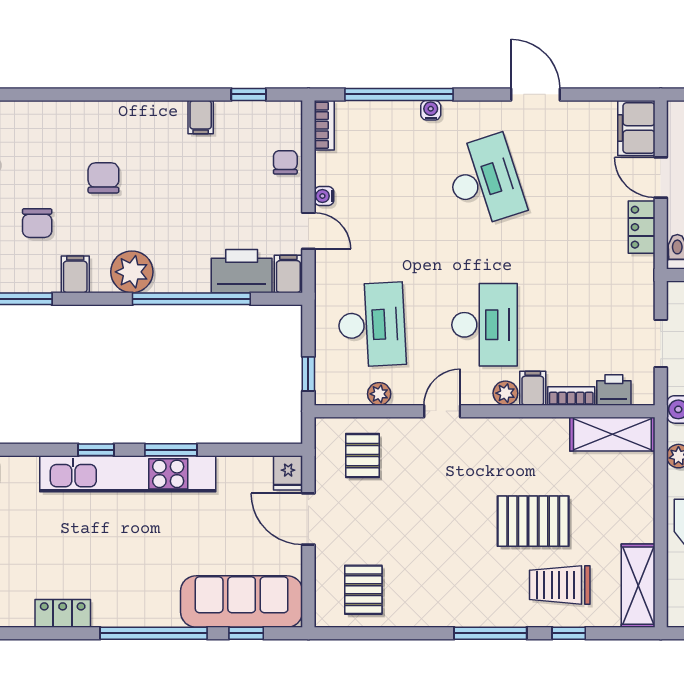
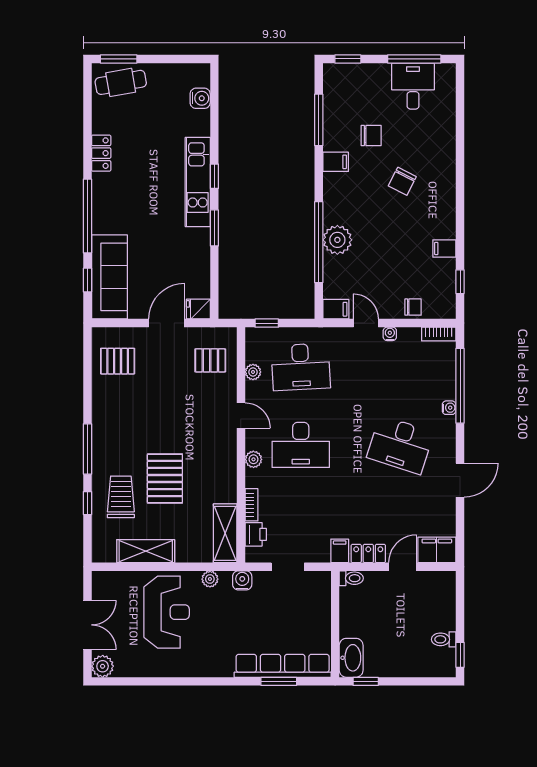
chair: (103, 178) -> (402, 181), turned 117
desk: (485, 181) -> (400, 445), turned 36
chair: (37, 223) -> (371, 135), turned 180
door: (308, 231) -> (366, 323), swing flipped
printer: (242, 271) -> (338, 277), removed
plant: (132, 272) -> (337, 240), moved
filing cabinet: (533, 388) -> (340, 551), moved, turned -90
kitchen unit: (128, 474) -> (198, 182), width x0.73
shelving: (638, 586) -> (146, 551), moved

